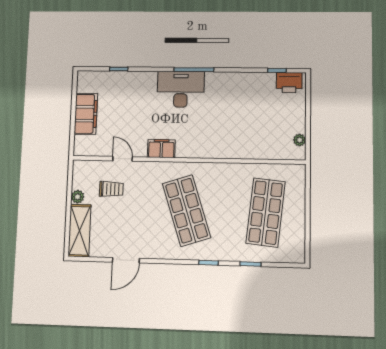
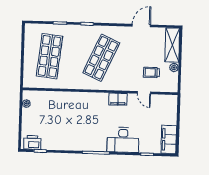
desk: (181, 89) -> (123, 140), moved
filing cabinet: (86, 114) -> (169, 139), moved
shop shelf: (186, 211) -> (101, 58), turned 42

